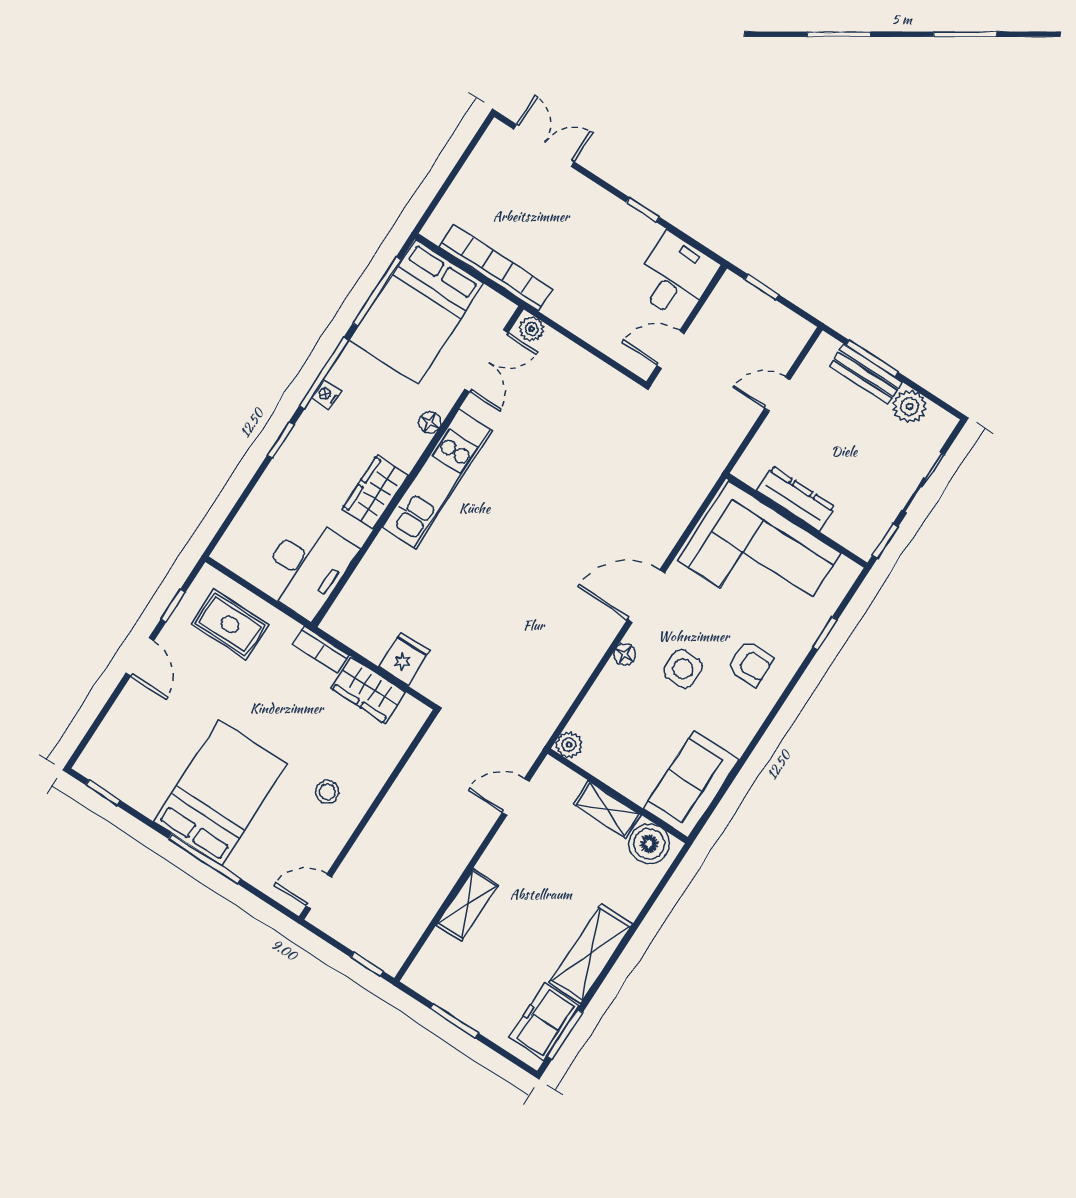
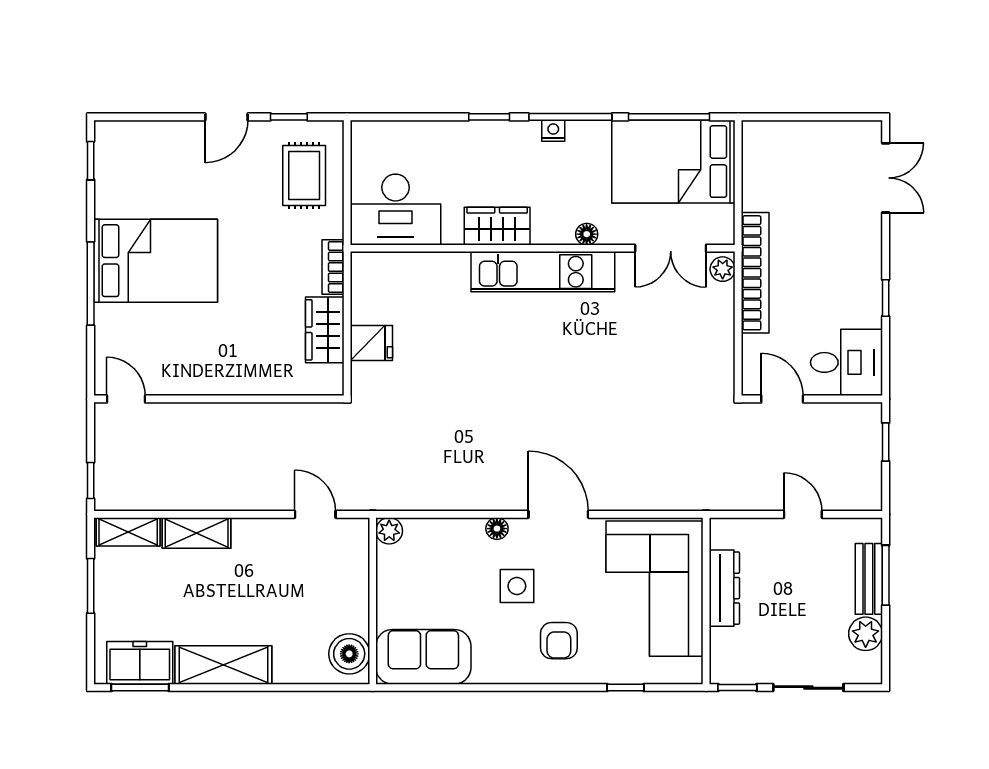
bookcase: (496, 268) -> (755, 273), moved
stool: (327, 792) -> (215, 351), removed
shelving: (607, 809) -> (128, 532), moved, turned 90

